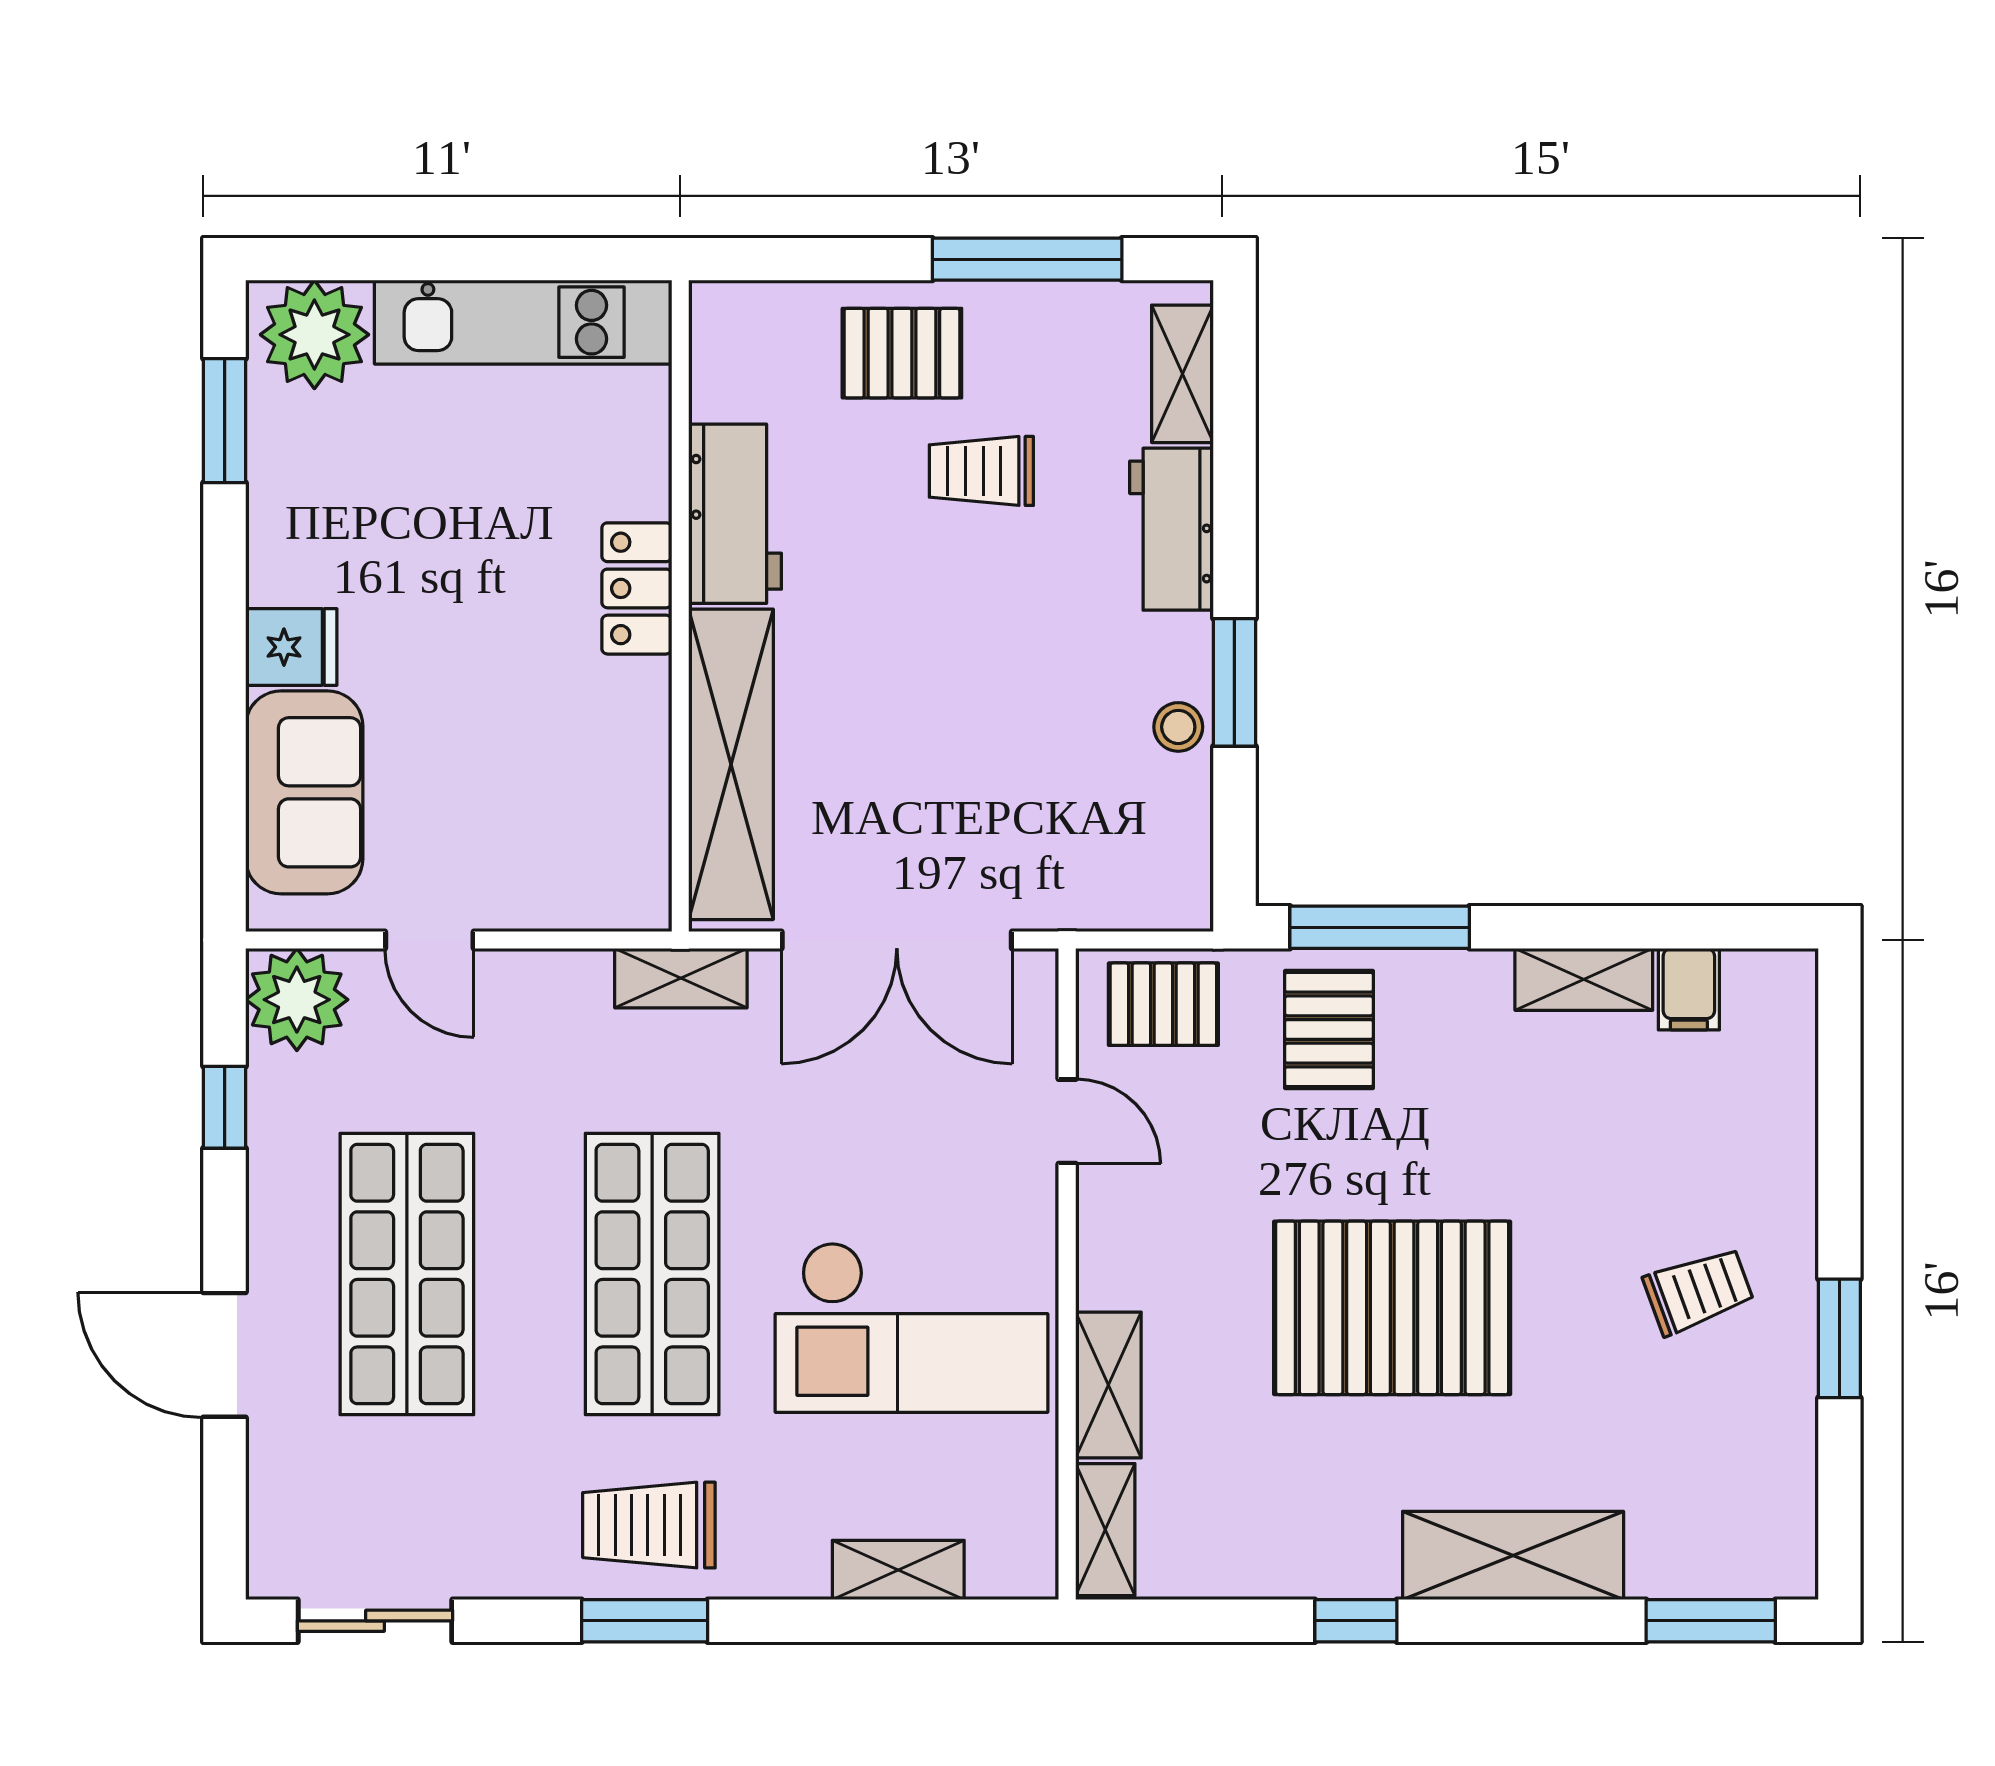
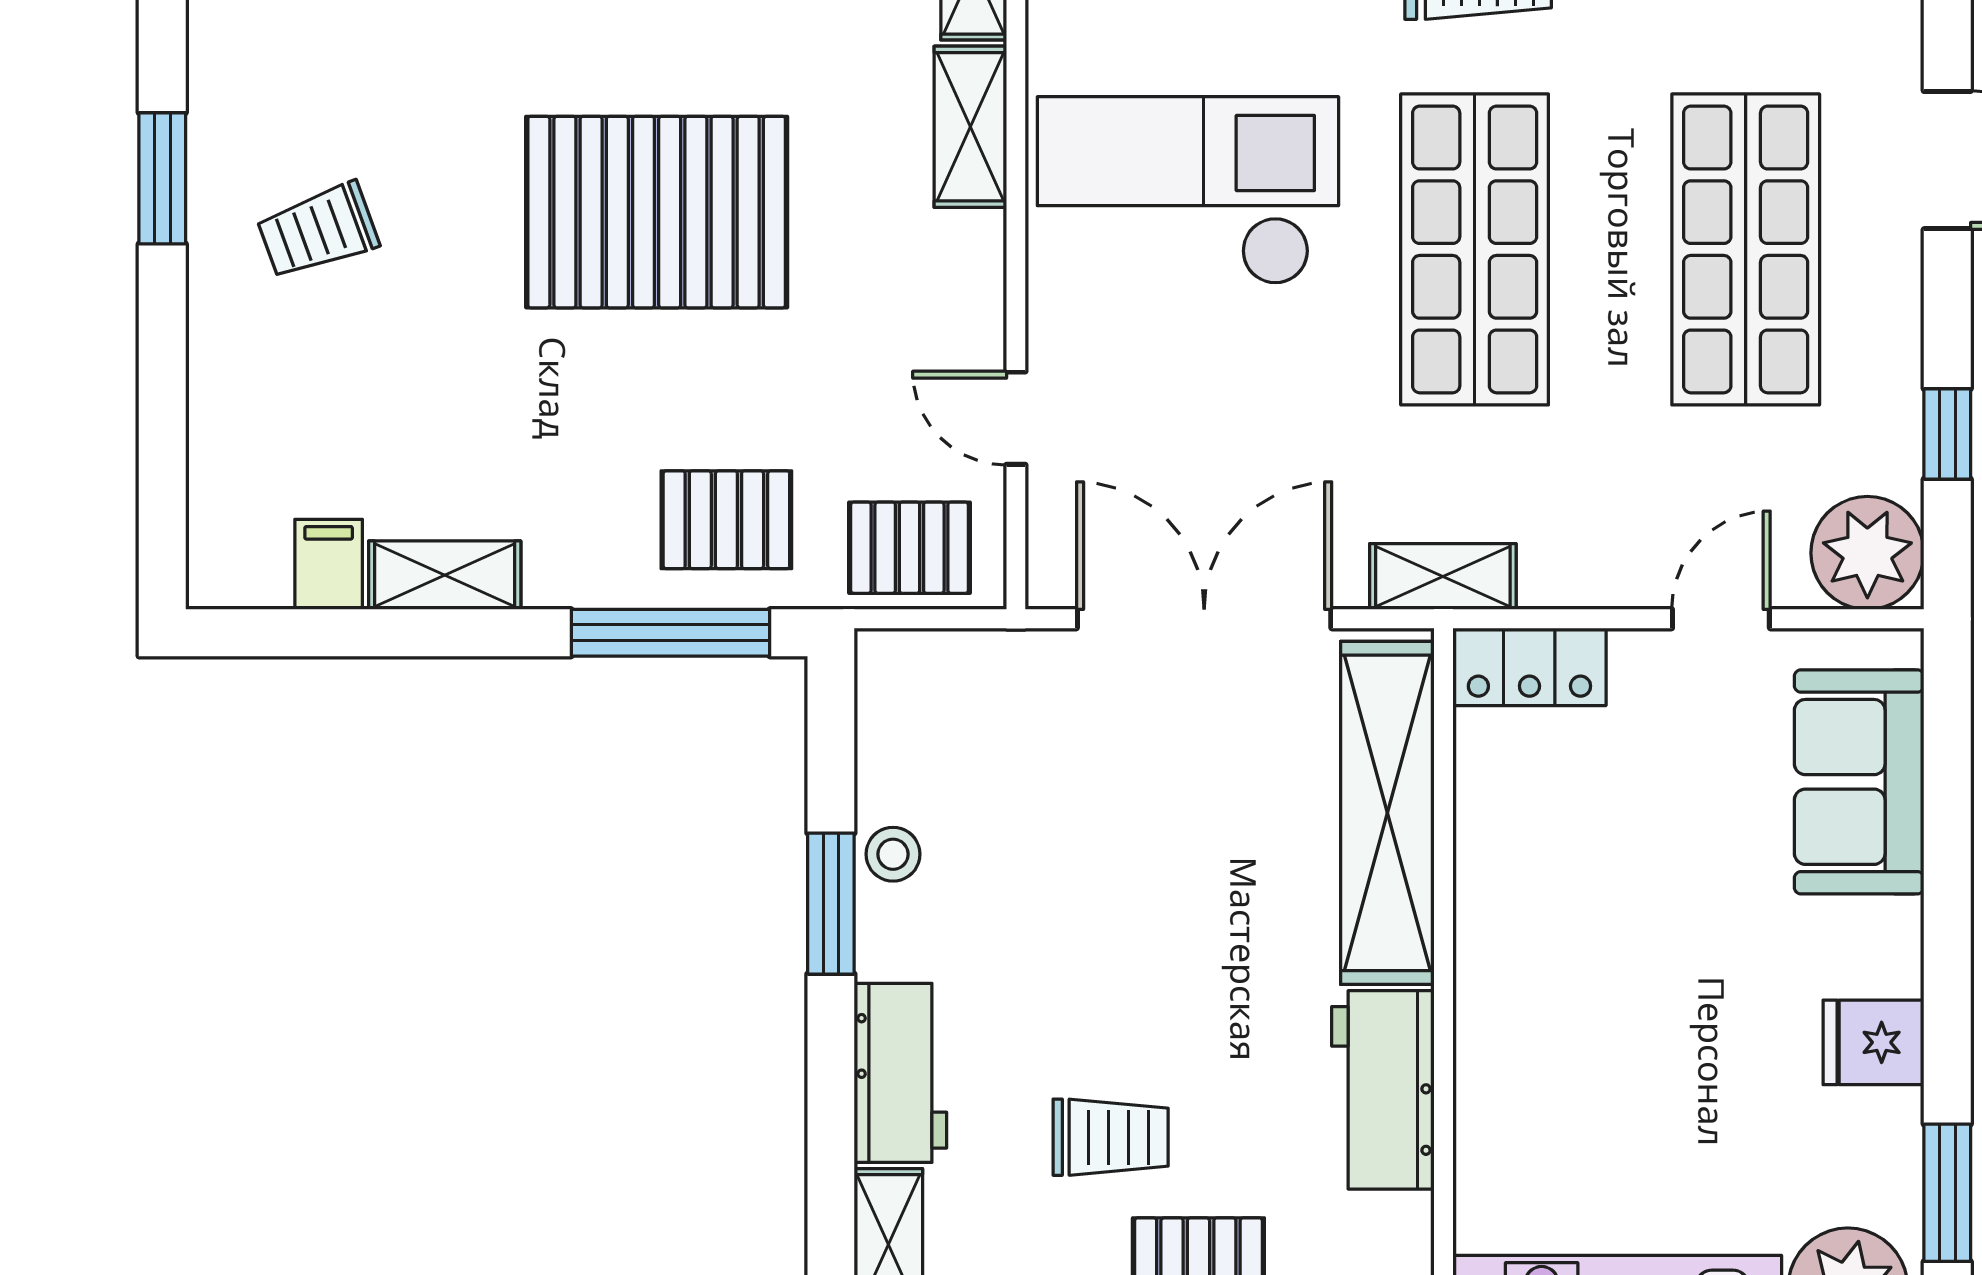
locker: (637, 588) -> (1529, 667), moved, turned 90
fridge: (291, 647) -> (1873, 1042), moved
door: (429, 940) -> (1721, 619), hinge flipped
pallet: (1329, 1030) -> (726, 520), turned 90

